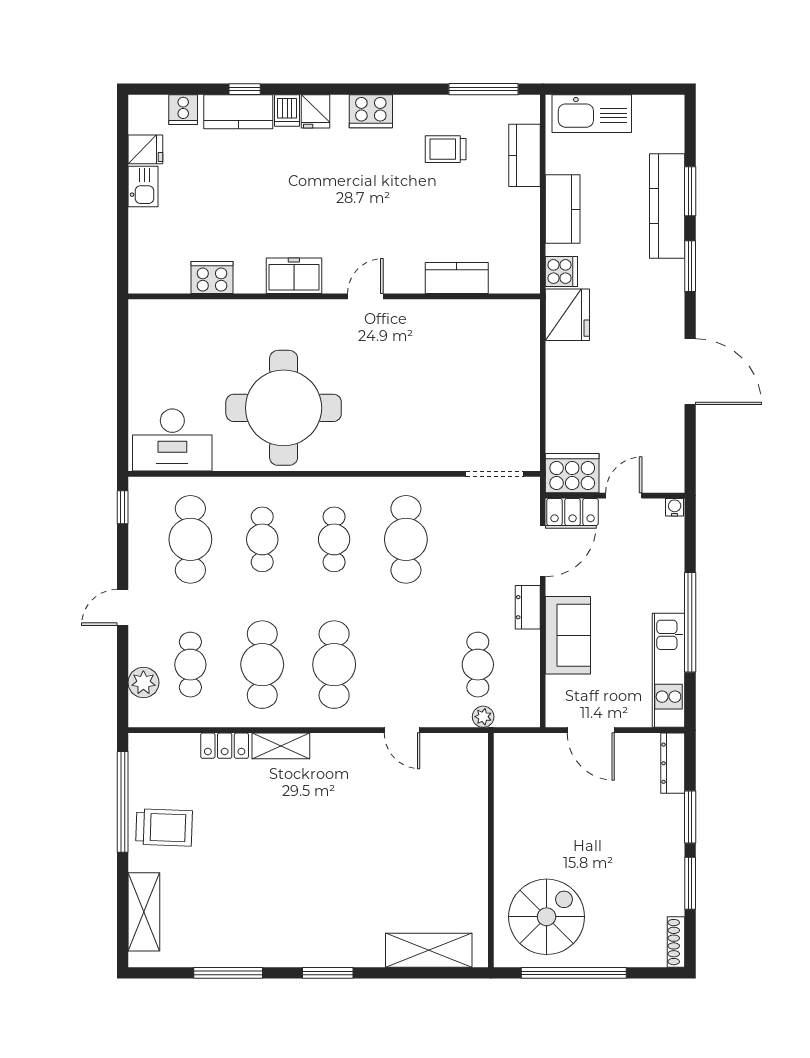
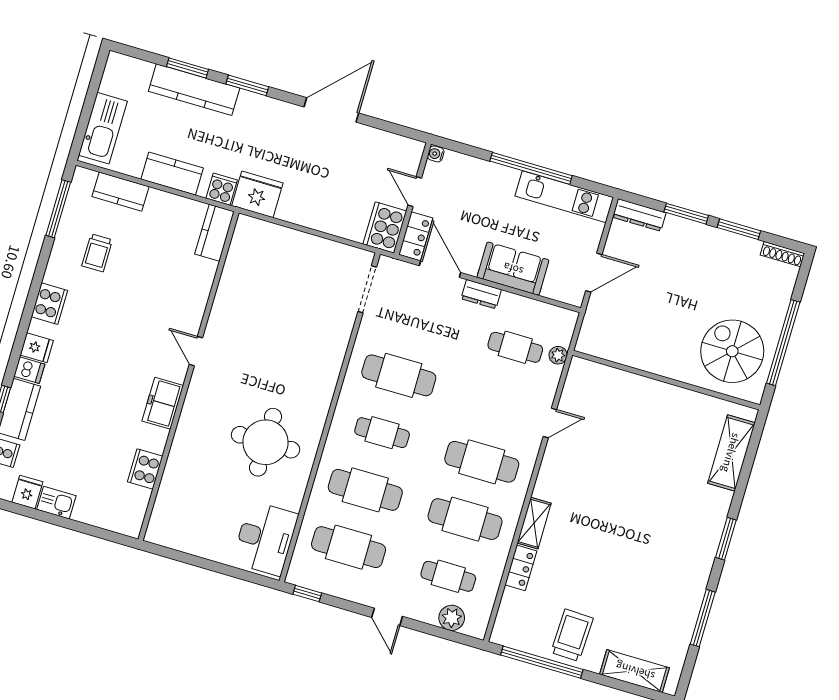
kitchen counter: (457, 278) -> (215, 233), moved
round table: (284, 408) -> (265, 442), width x0.73, depth x0.73
cafe table: (262, 539) -> (365, 490), width x1.37, depth x1.35

